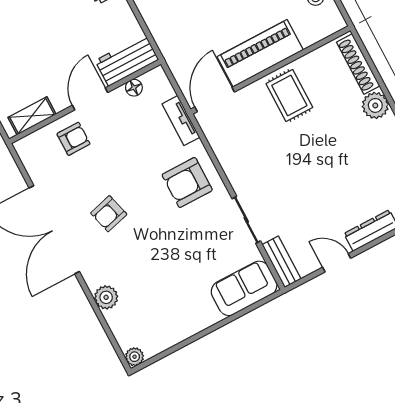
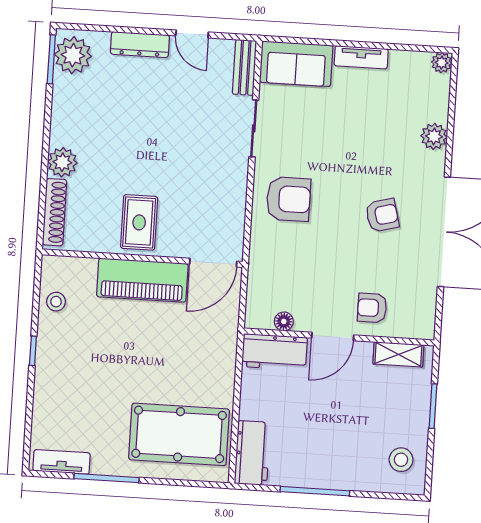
tv unit: (181, 121) -> (361, 57), moved, turned 90

